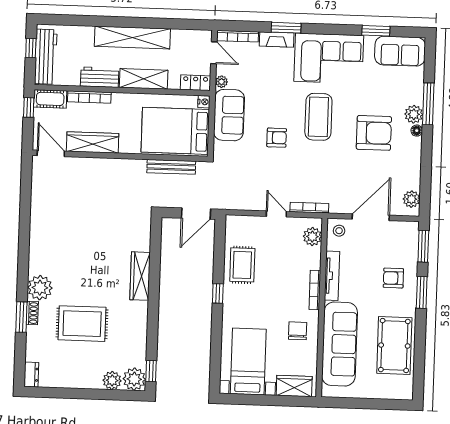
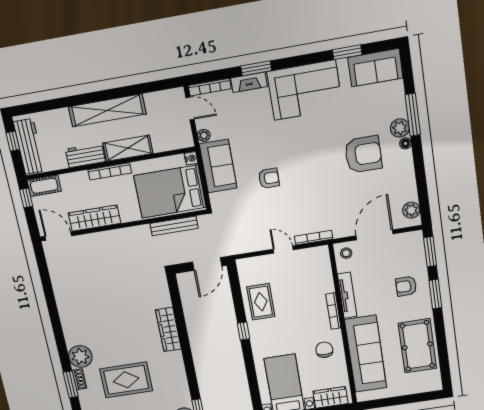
locker: (196, 83) -> (179, 142), removed
bookcase: (89, 97) -> (110, 171), moved
coffee table: (318, 117) -> (306, 150), removed
plant: (312, 237) -> (322, 263), removed

